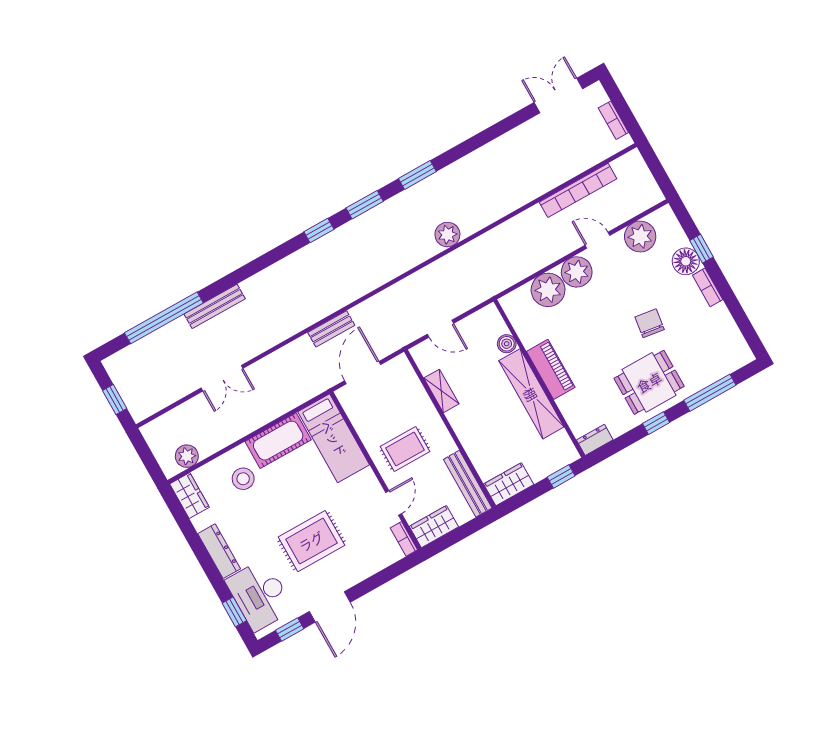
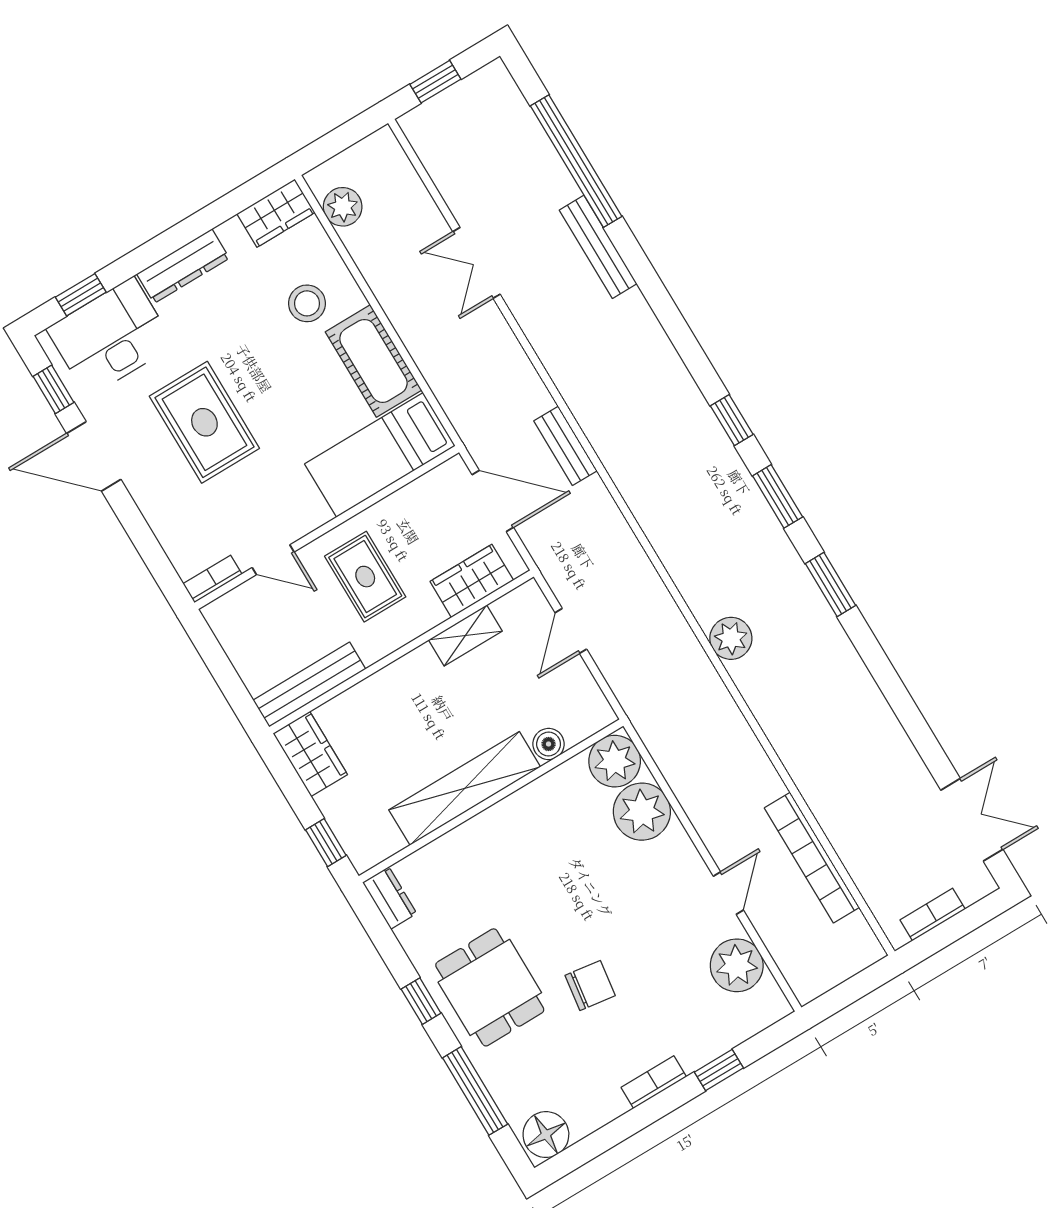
floor lamp: (686, 261) -> (546, 1135), moved
plant: (577, 272) -> (615, 761), moved
piano: (551, 369) -> (507, 820), removed
wardrobe: (434, 527) -> (472, 581), moved, turned -90

